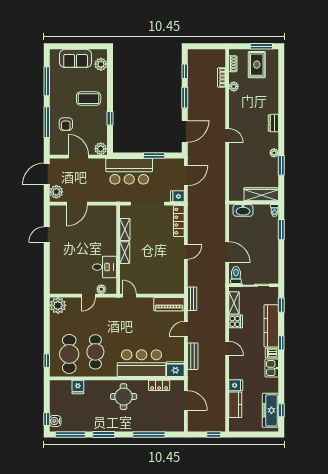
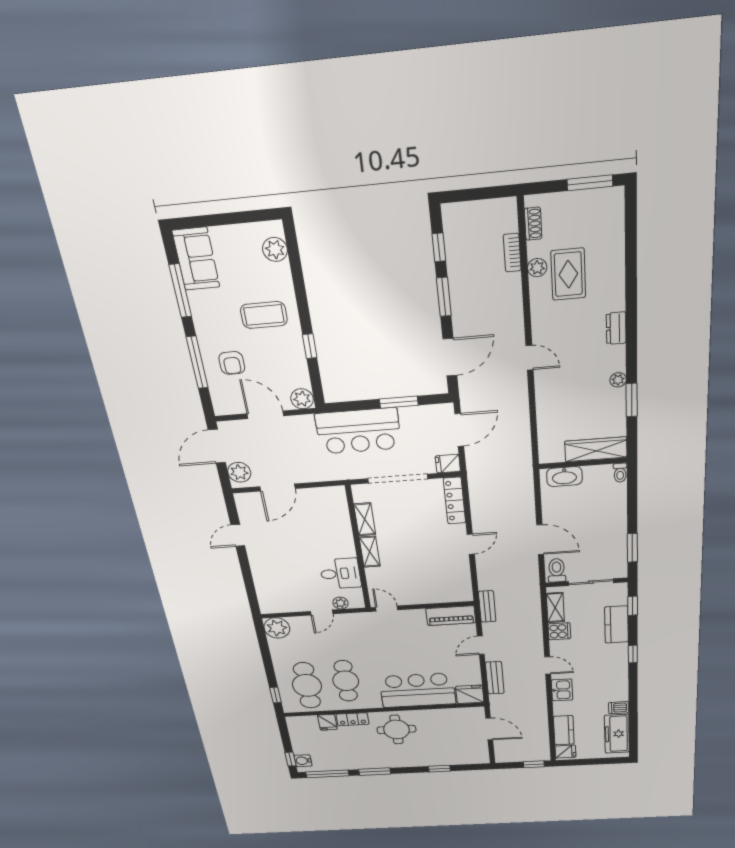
sofa: (76, 58) -> (196, 259), moved, turned -90
rug: (257, 65) -> (568, 274), moved
window: (281, 230) -> (632, 548), moved
kitchen counter: (271, 326) -> (617, 625), width x0.67
dishwasher: (272, 353) -> (619, 708), moved
kitchen sink: (272, 368) -> (562, 690), moved, turned 180
locker: (159, 385) -> (352, 719), moved
fridge: (236, 385) -> (565, 752), moved
window: (281, 410) -> (633, 733), removed
window: (149, 435) -> (439, 769), width x0.46

